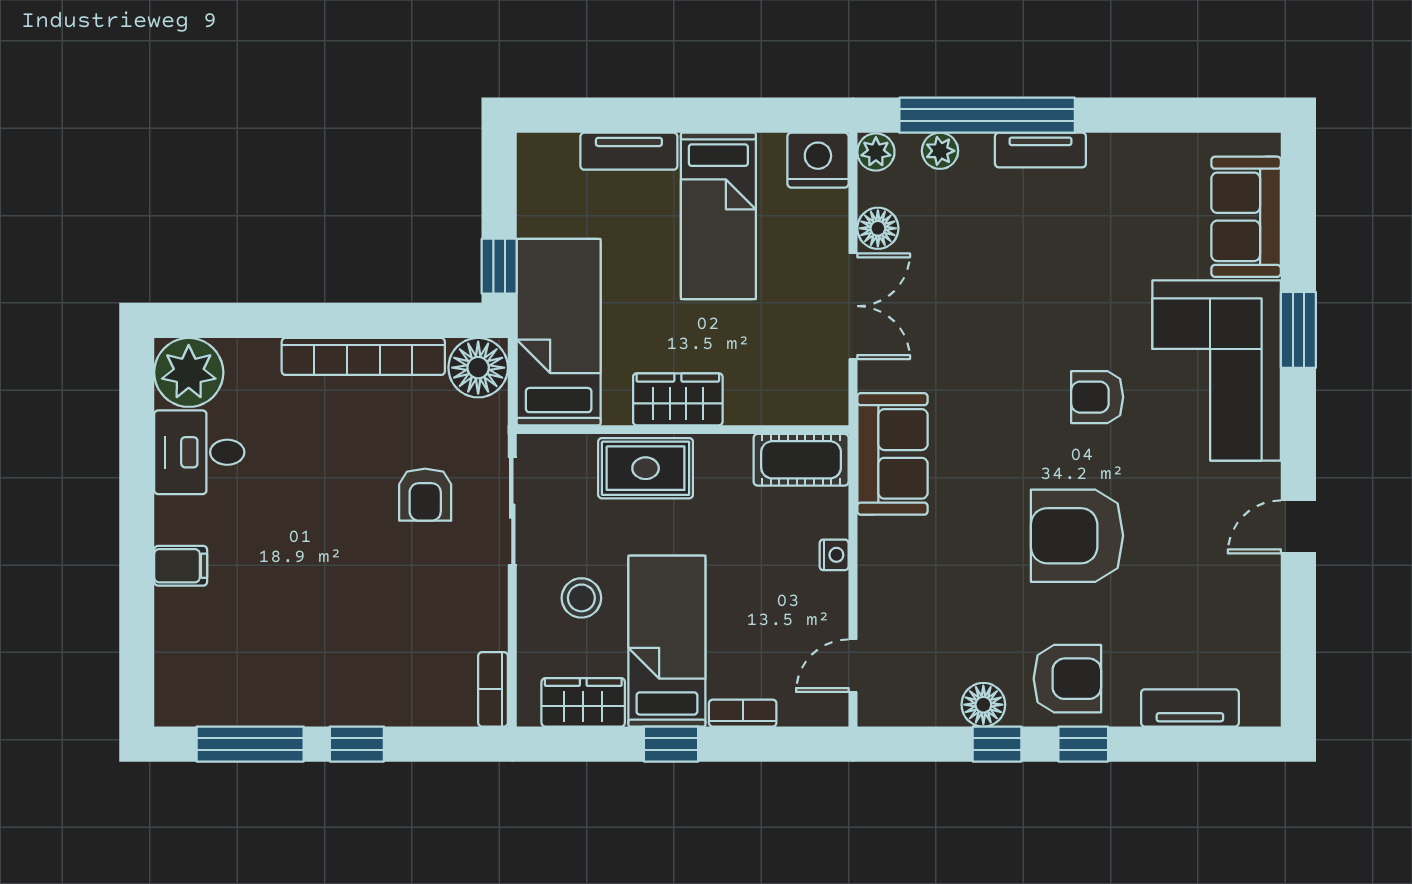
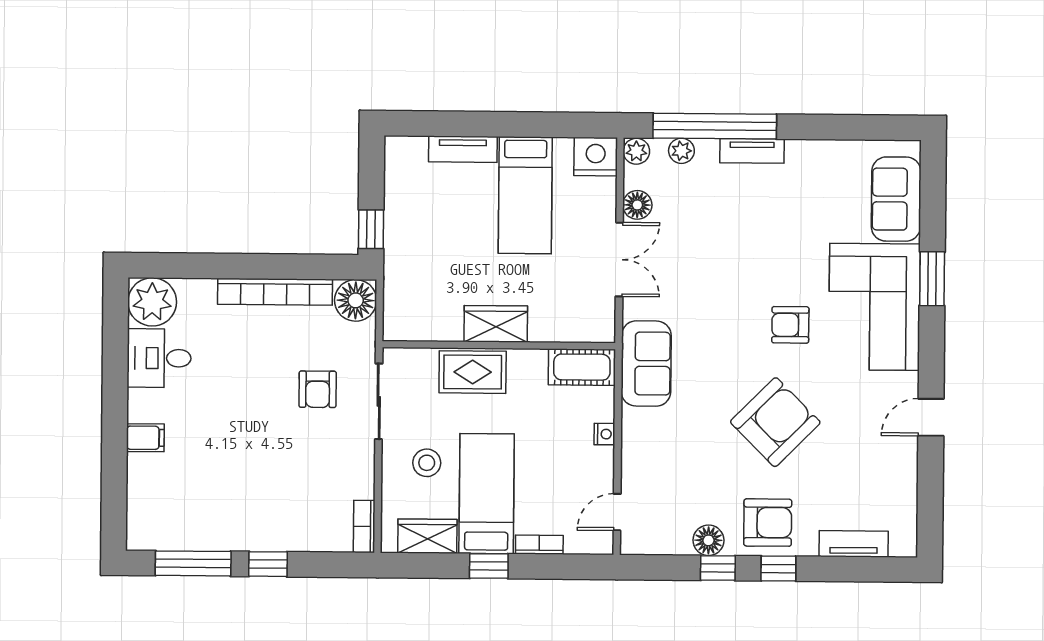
bed: (559, 332) -> (412, 276), removed
armchair: (1077, 536) -> (775, 422), turned 135

